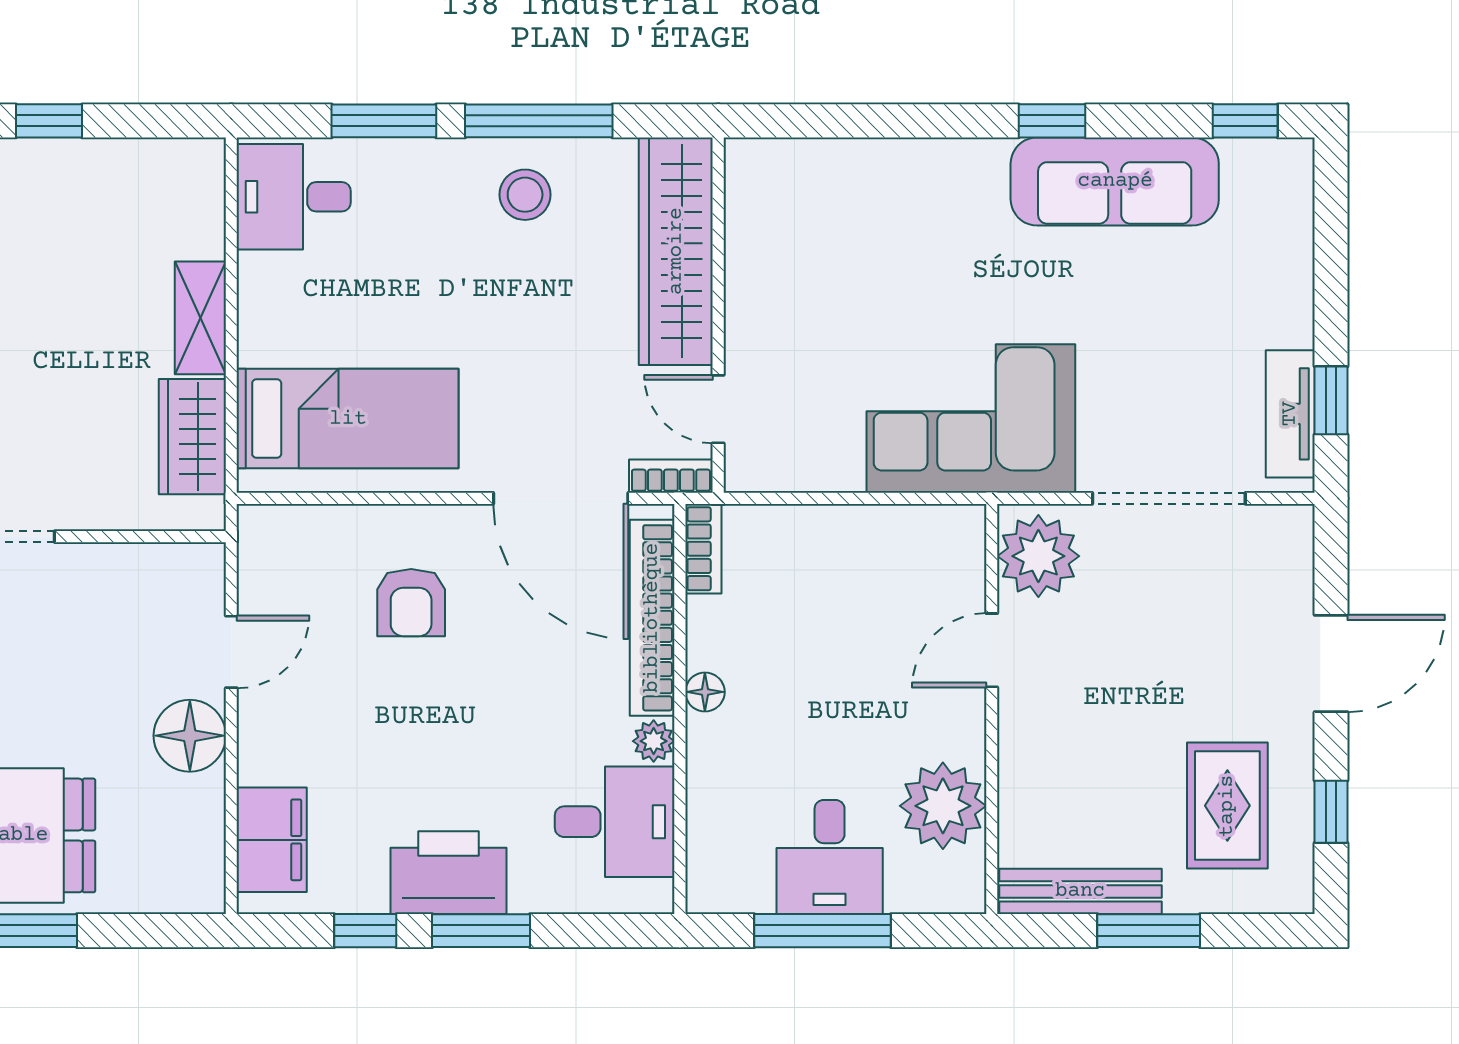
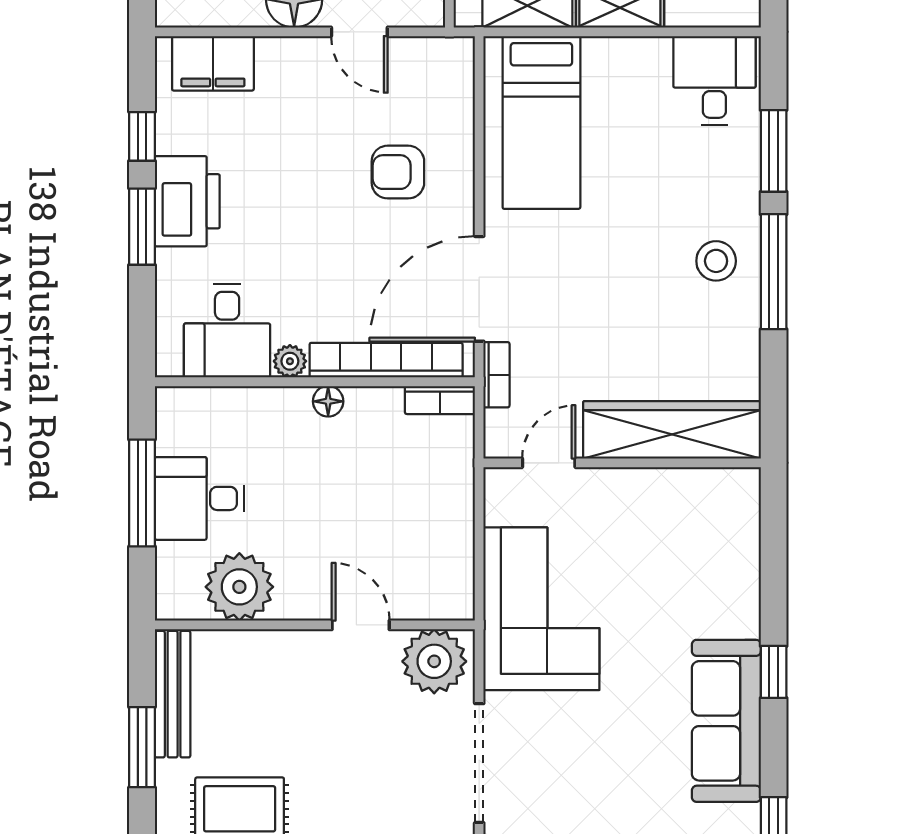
wardrobe: (676, 251) -> (672, 430), moved
wall: (718, 315) -> (622, 463), moved
door: (718, 409) -> (549, 463), moved

